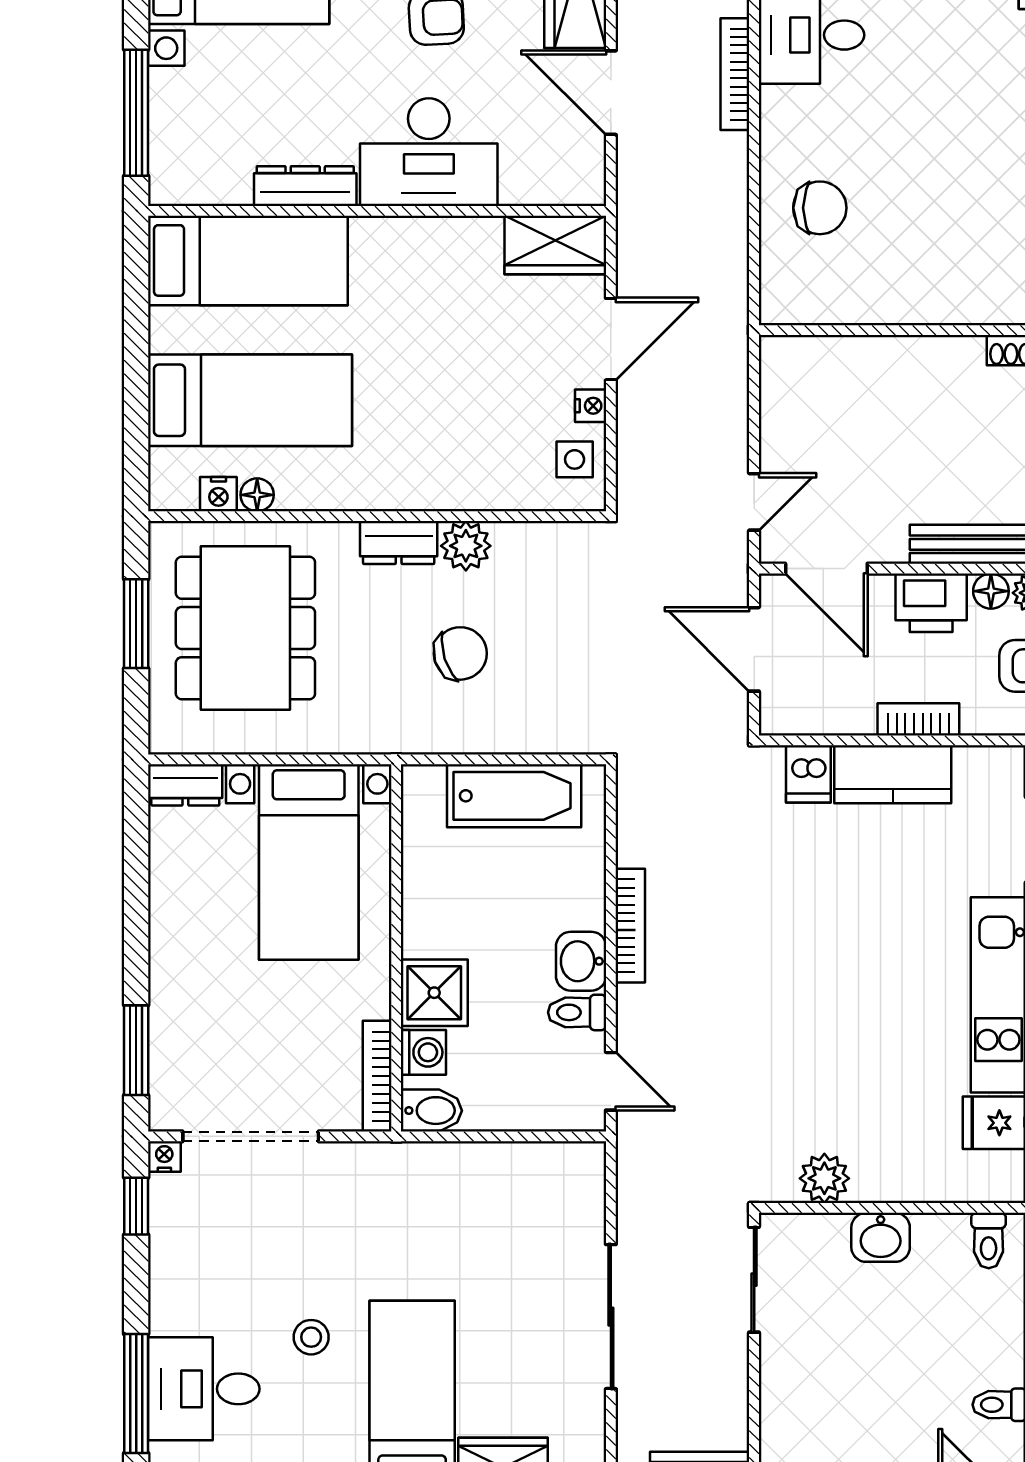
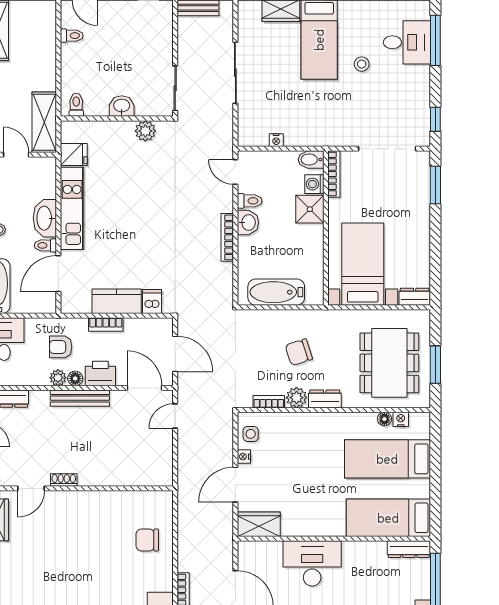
dresser: (305, 186) -> (409, 549), moved
bookcase: (532, 536) -> (269, 402), added
nightstand: (164, 1157) -> (276, 140), moved

